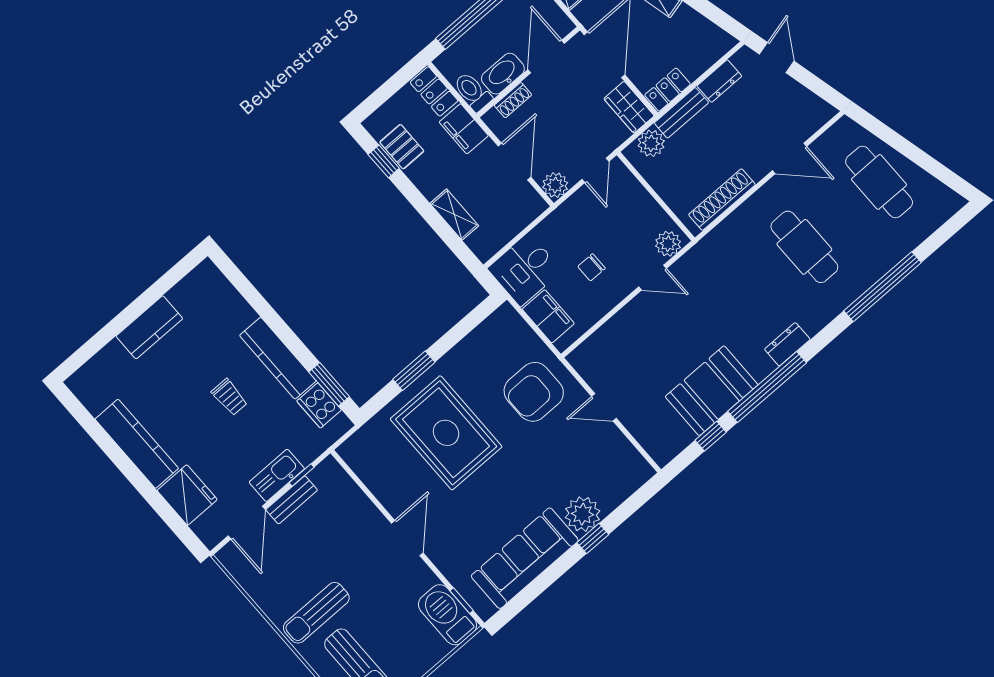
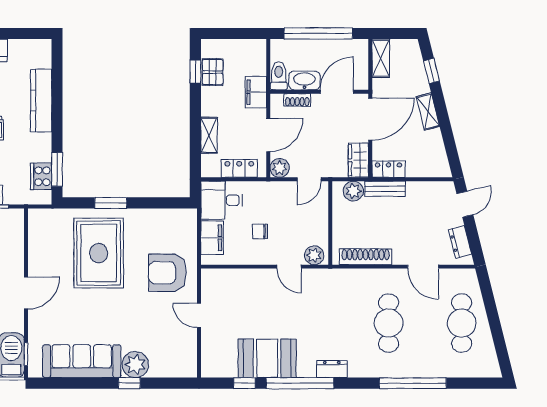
dresser: (719, 81) -> (460, 242), moved, turned 76
locker: (434, 91) -> (239, 168), moved, turned 90
kitchen counter: (278, 358) -> (41, 101), moved

